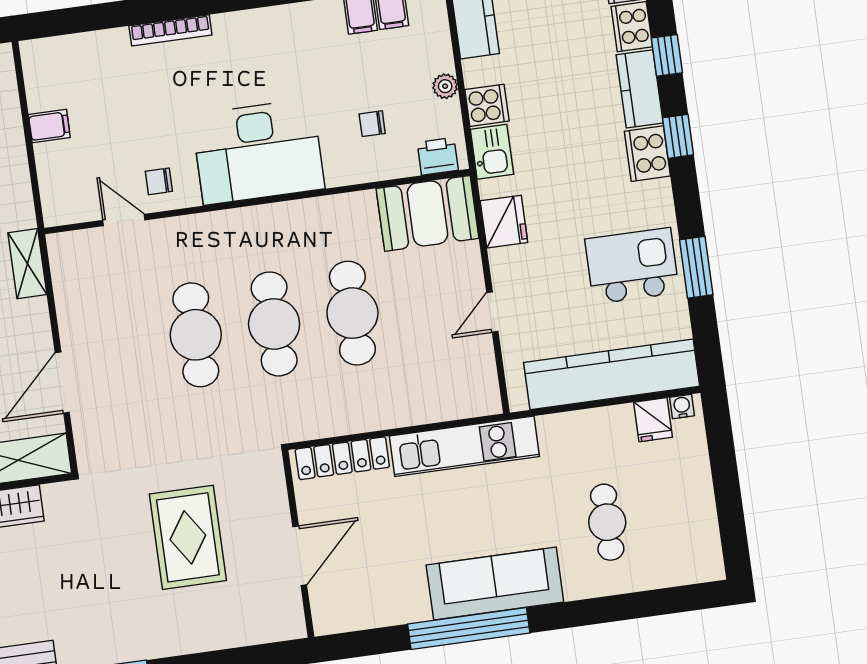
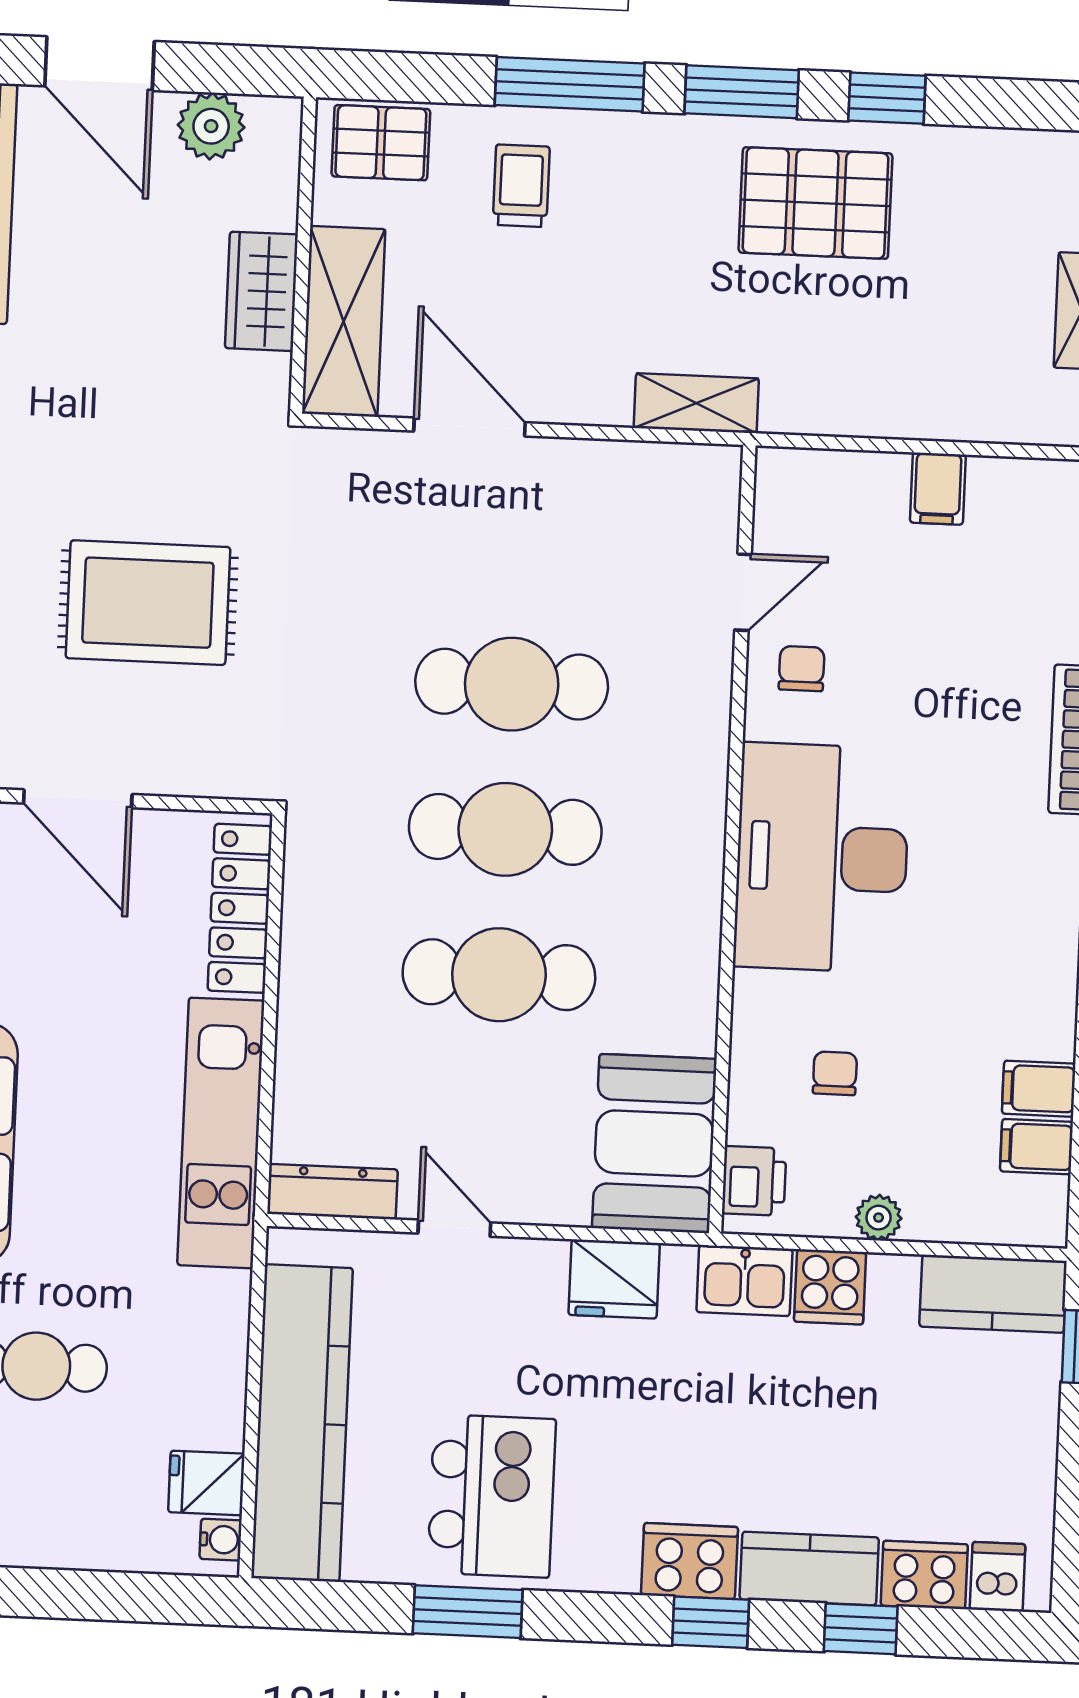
dresser: (485, 381) -> (332, 1192), added

